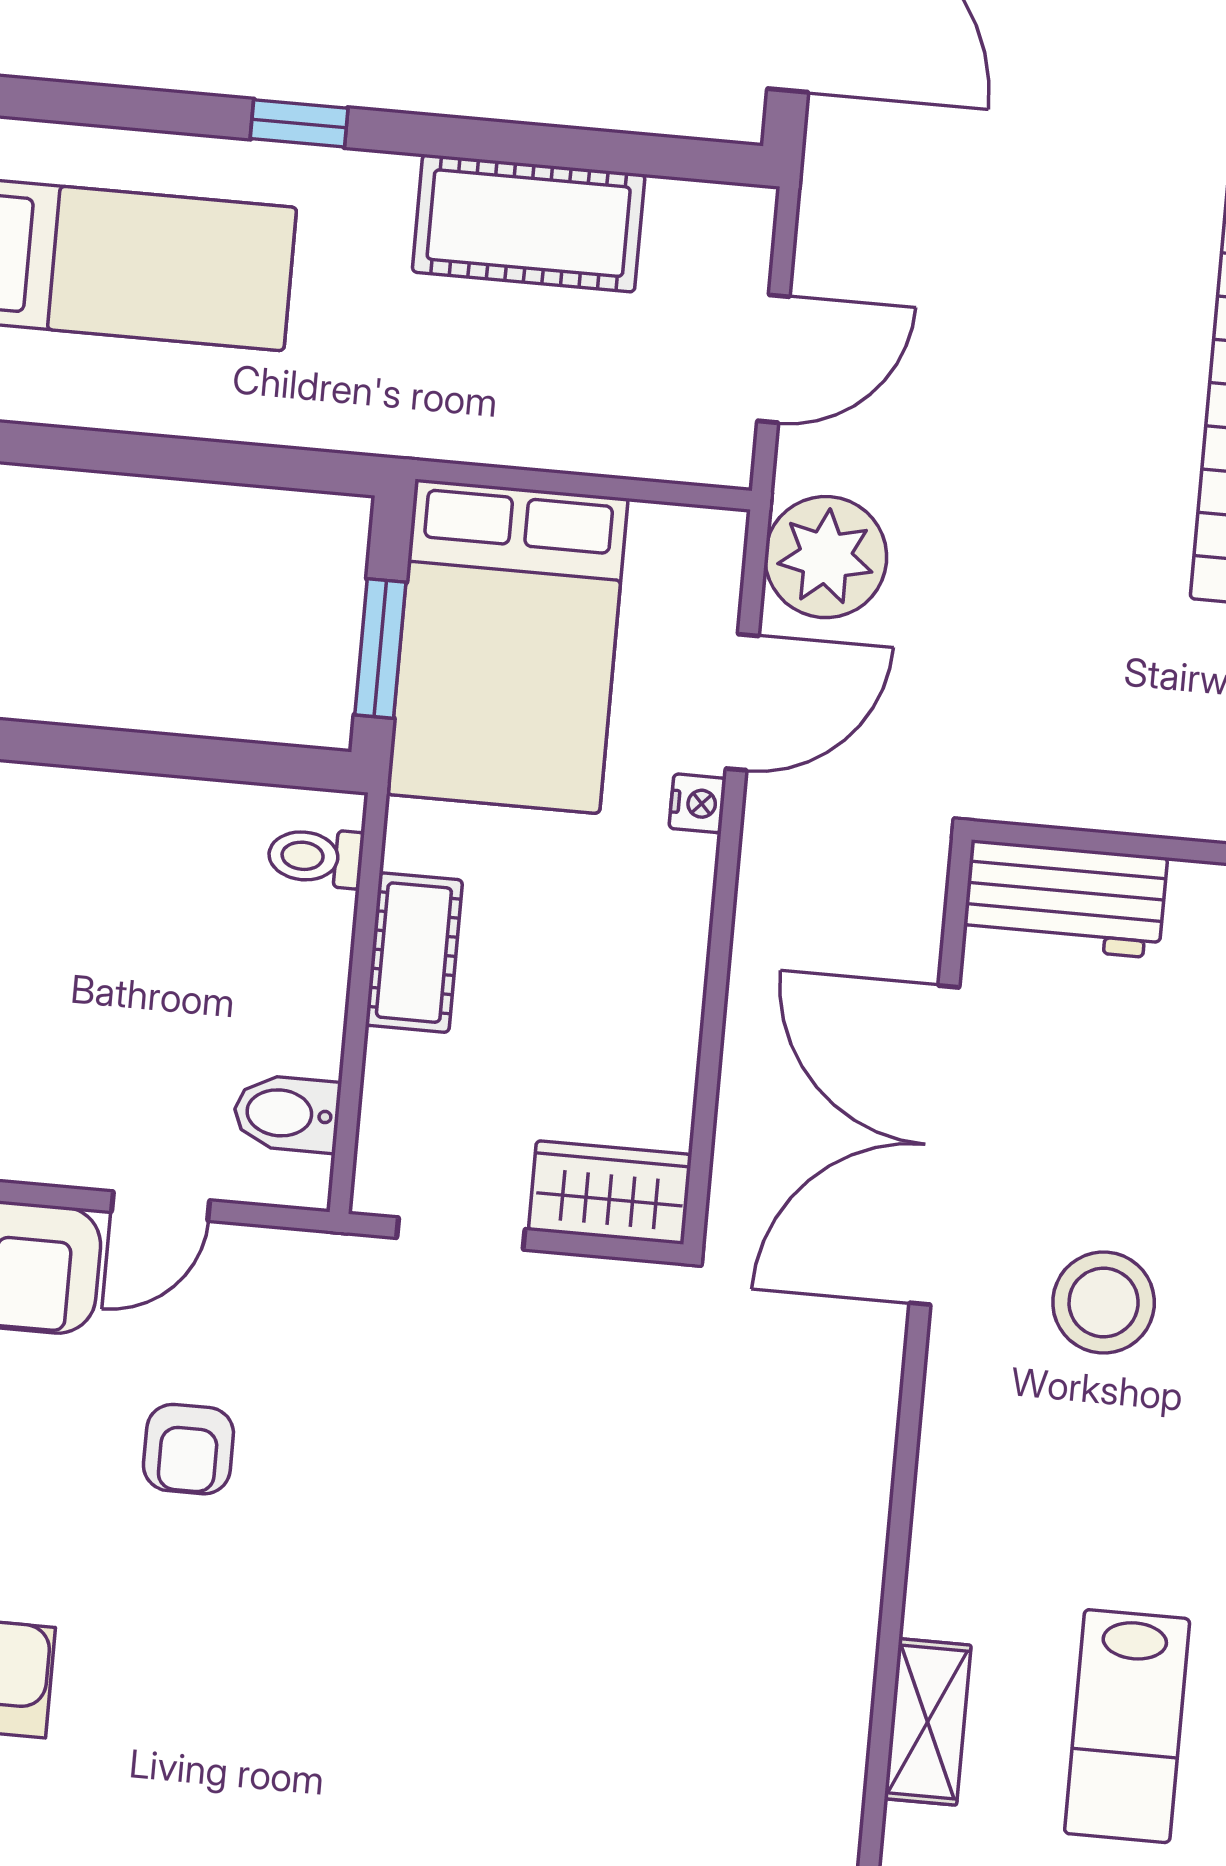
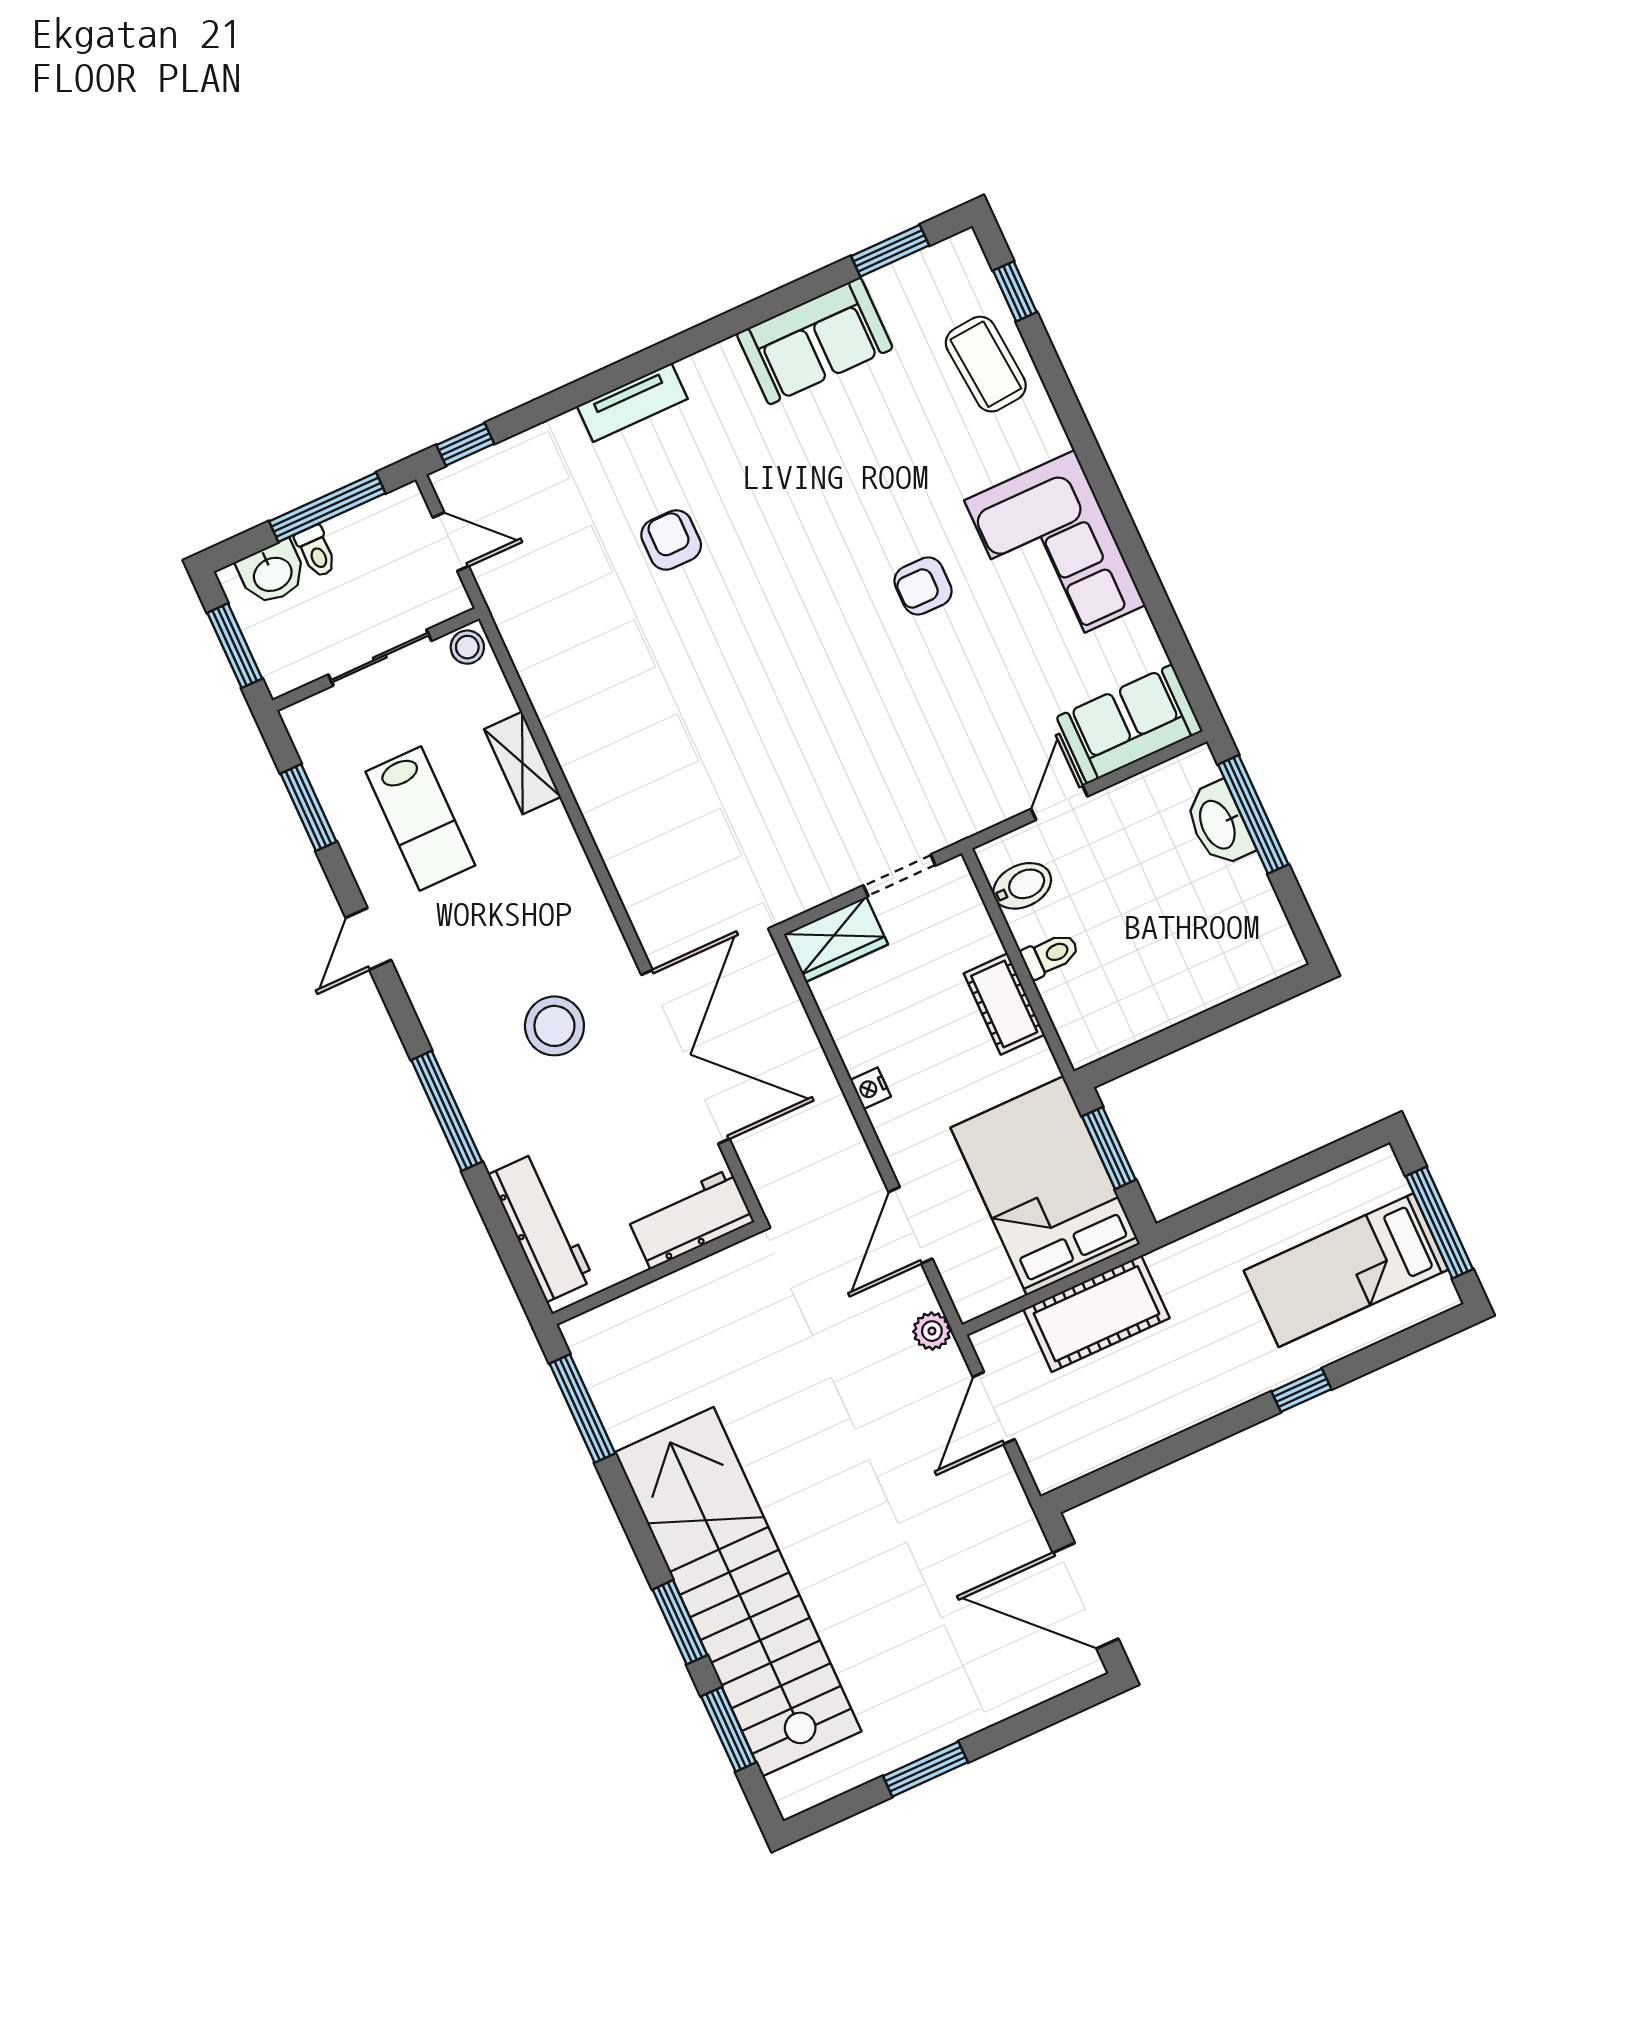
cot: (529, 223) -> (1096, 1314), moved
plant: (826, 557) -> (932, 1331), width x0.53, depth x0.53
nightstand: (697, 803) -> (871, 1088), moved
toilet: (316, 857) -> (1050, 955), moved
armchair: (188, 1449) -> (923, 586), moved, turned -90
lab bench: (1127, 1726) -> (420, 818), turned 180

